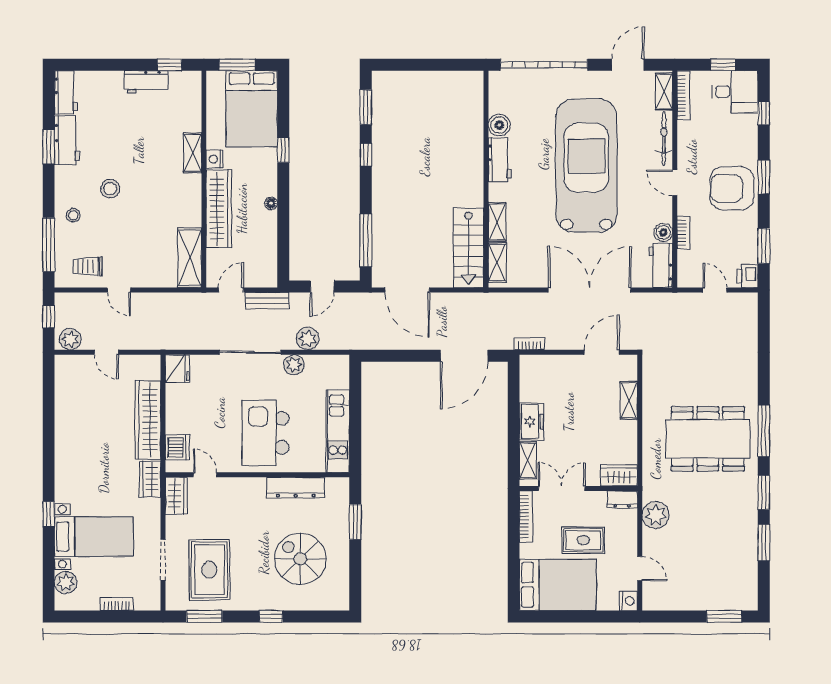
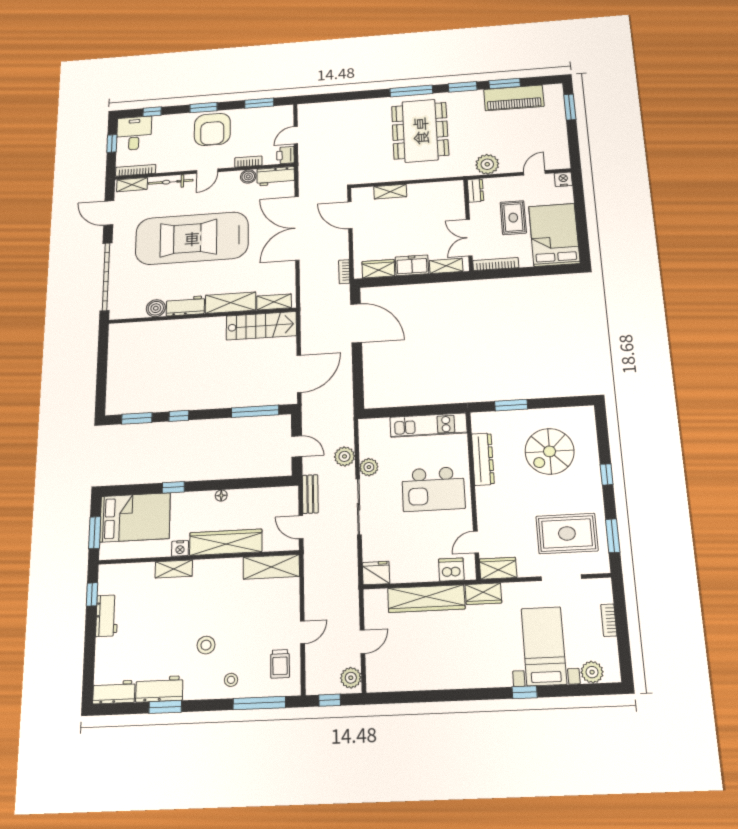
shelving: (497, 222) -> (231, 303), width x1.50, depth x1.33
printer: (748, 276) -> (285, 155), moved, turned 90
wardrobe: (619, 475) -> (378, 269), moved, turned 90
piano: (743, 552) -> (514, 98), added

